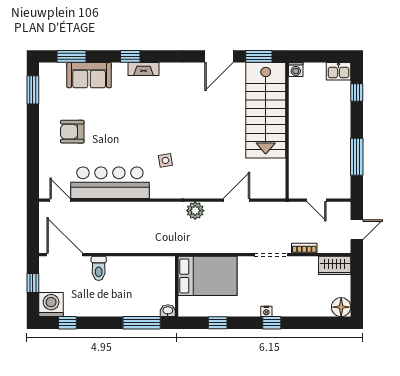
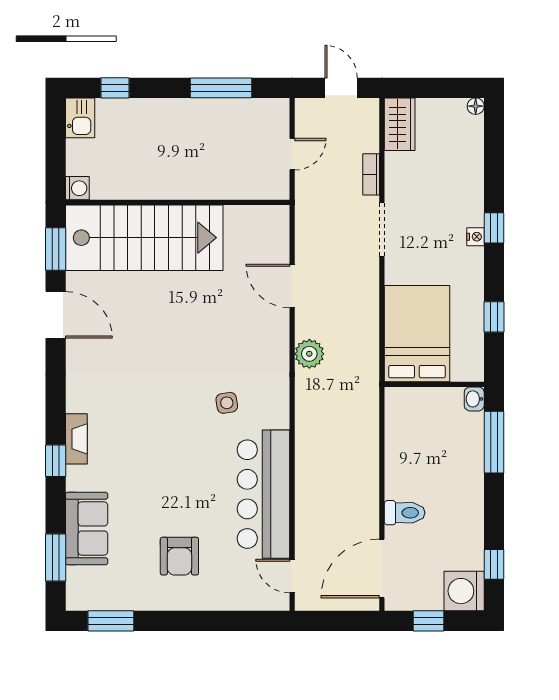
door: (60, 200) -> (292, 576), hinge flipped
floor lamp: (341, 307) -> (476, 106), width x0.53, depth x0.53

